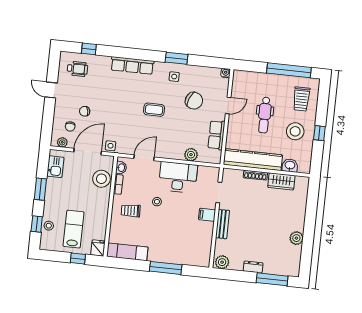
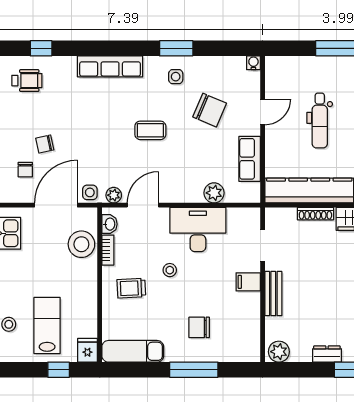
plant: (62, 142) -> (114, 195), moved
chair: (172, 241) -> (199, 327), added

